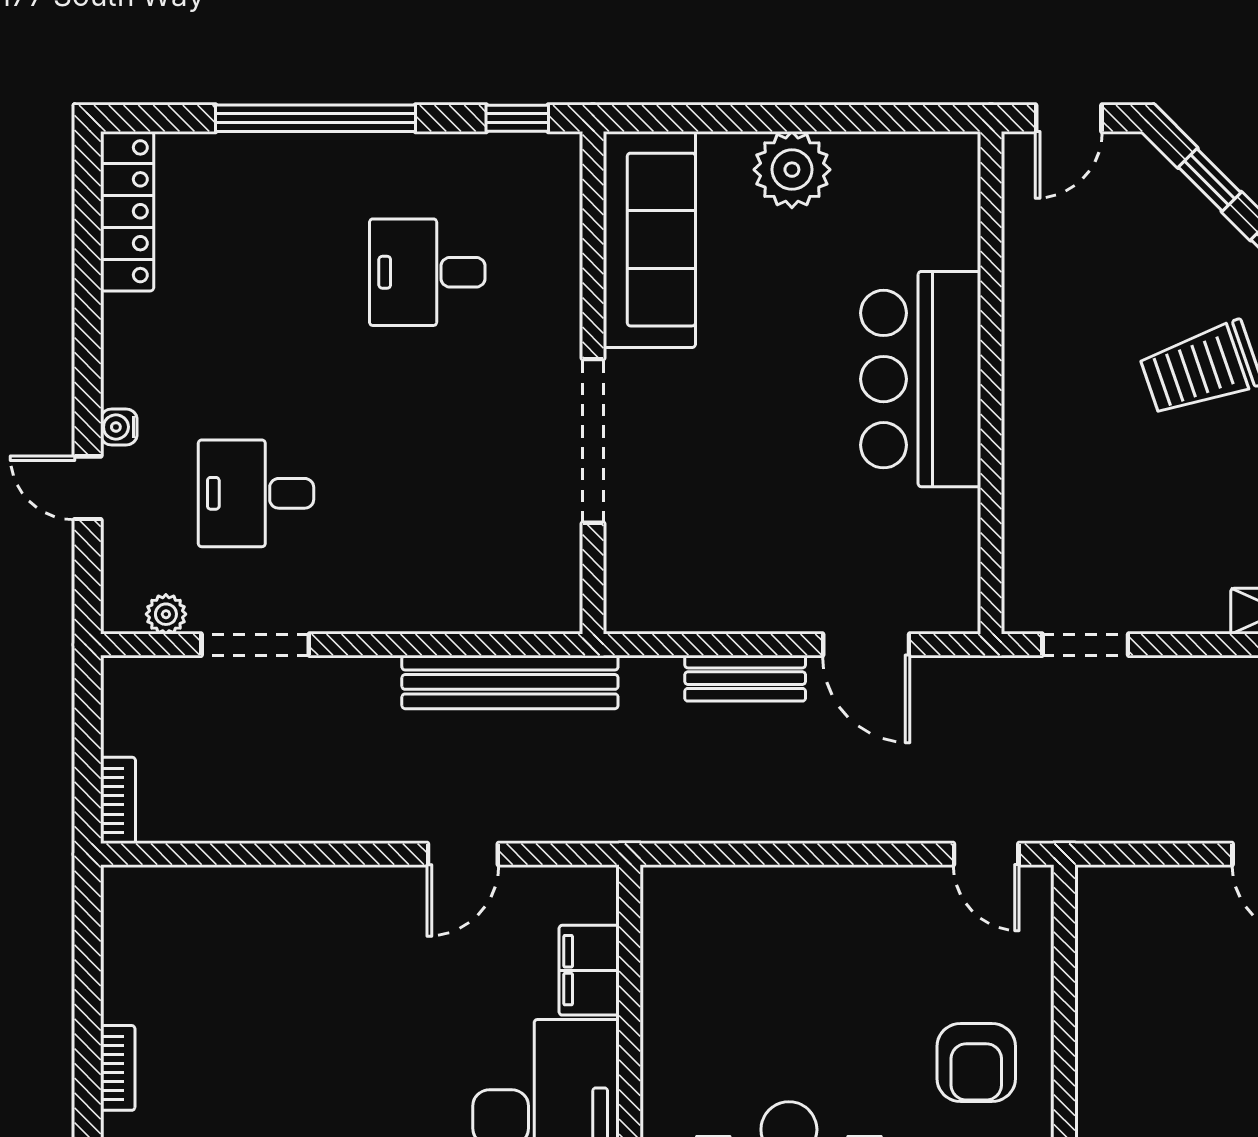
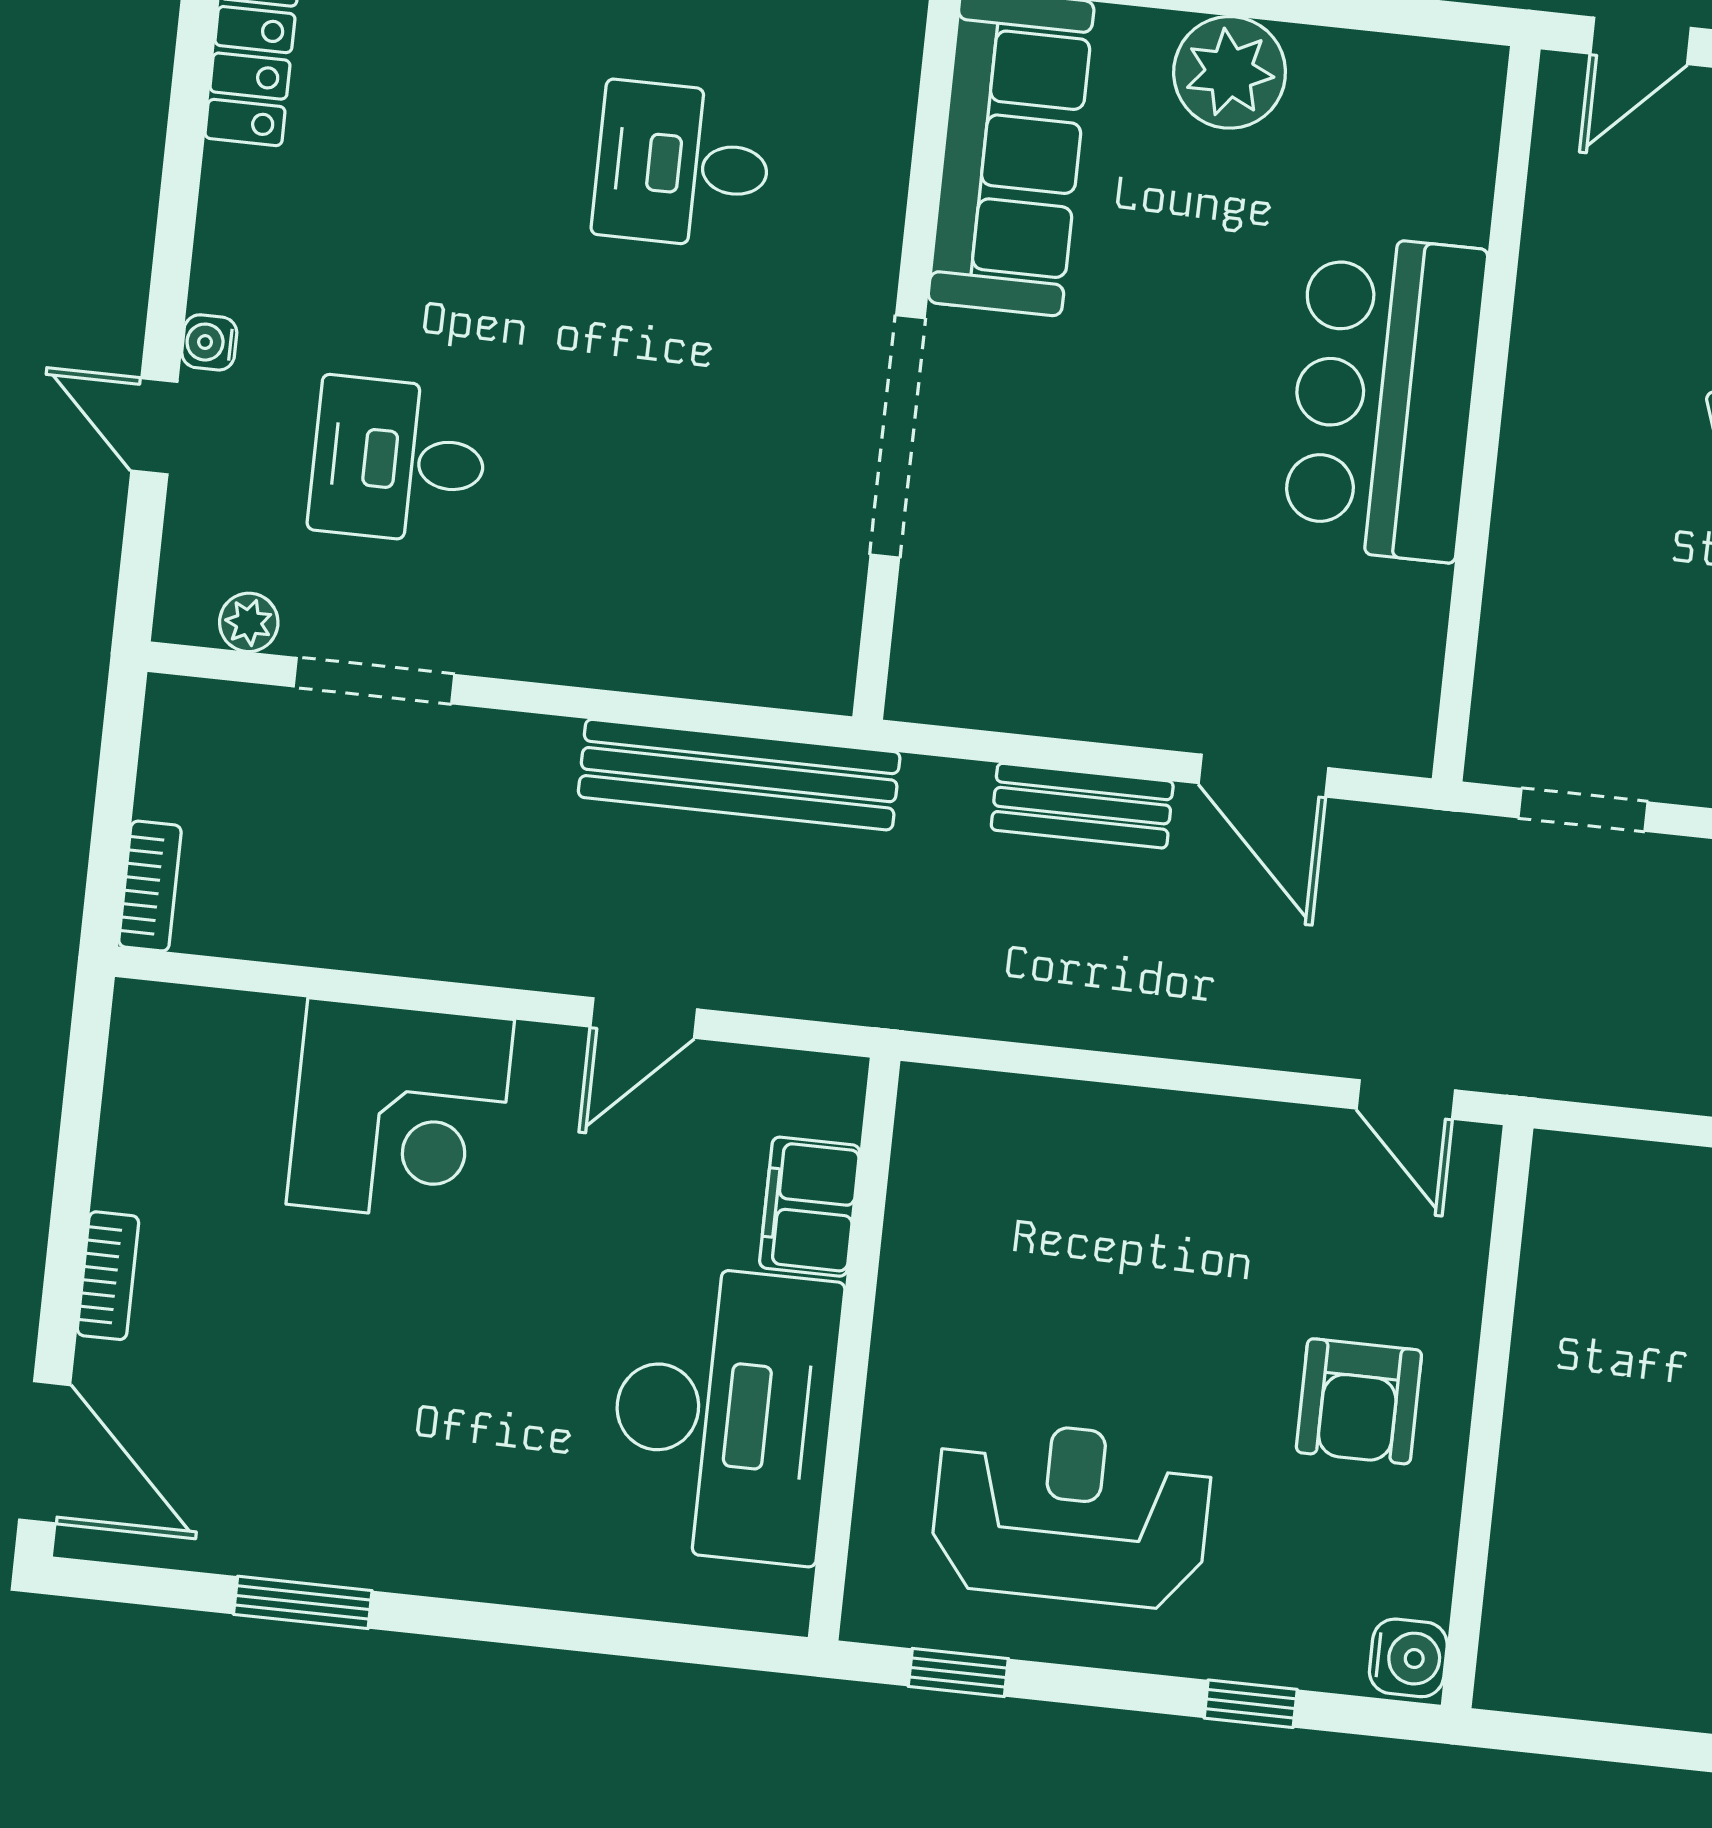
corner desk: (304, 936) -> (400, 1112), added

